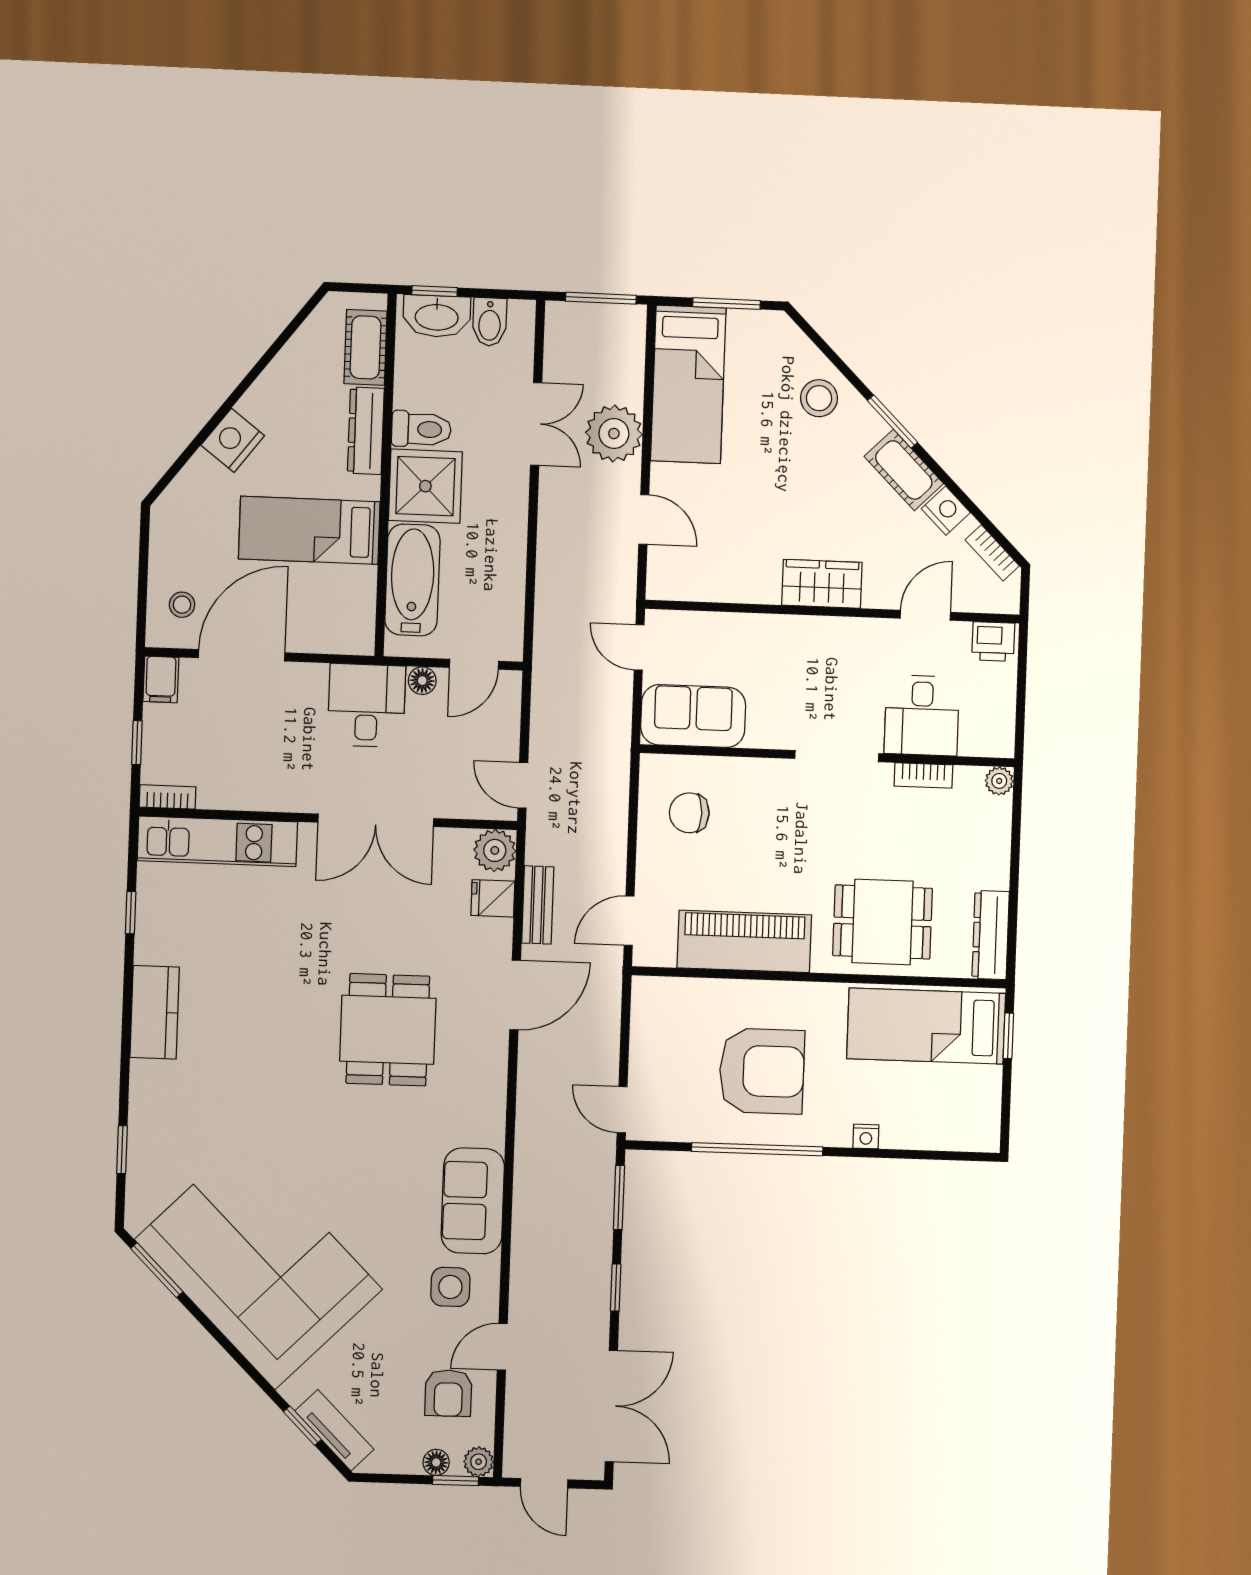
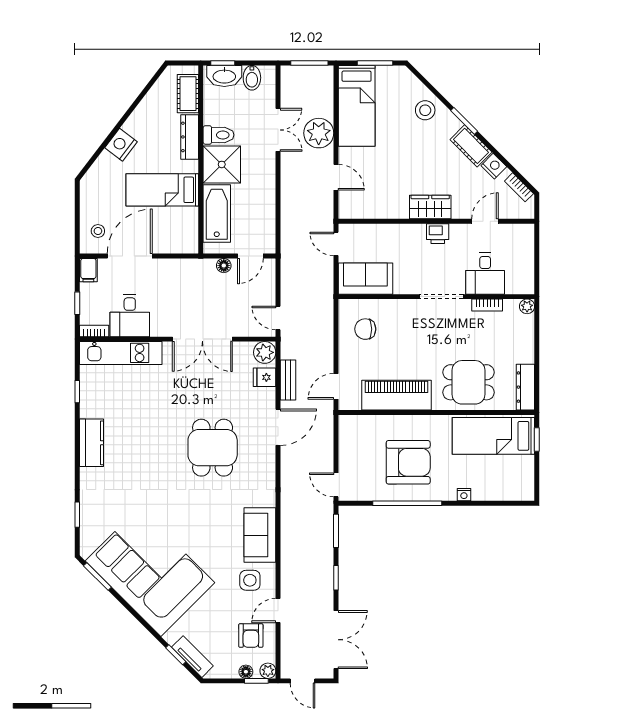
printer: (993, 641) -> (438, 234), moved
desk: (367, 705) -> (130, 316), moved, turned 180

